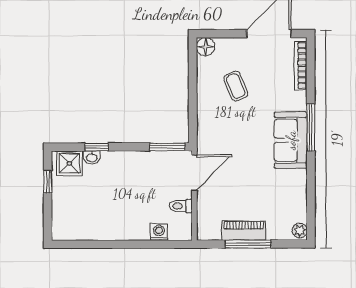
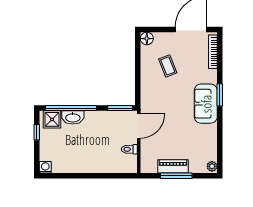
window: (311, 128) -> (220, 95), width x0.69
window: (97, 147) -> (71, 108), width x3.17
washbasin: (92, 158) -> (73, 117), width x1.91, depth x1.45
washing machine: (159, 232) -> (45, 167), moved

